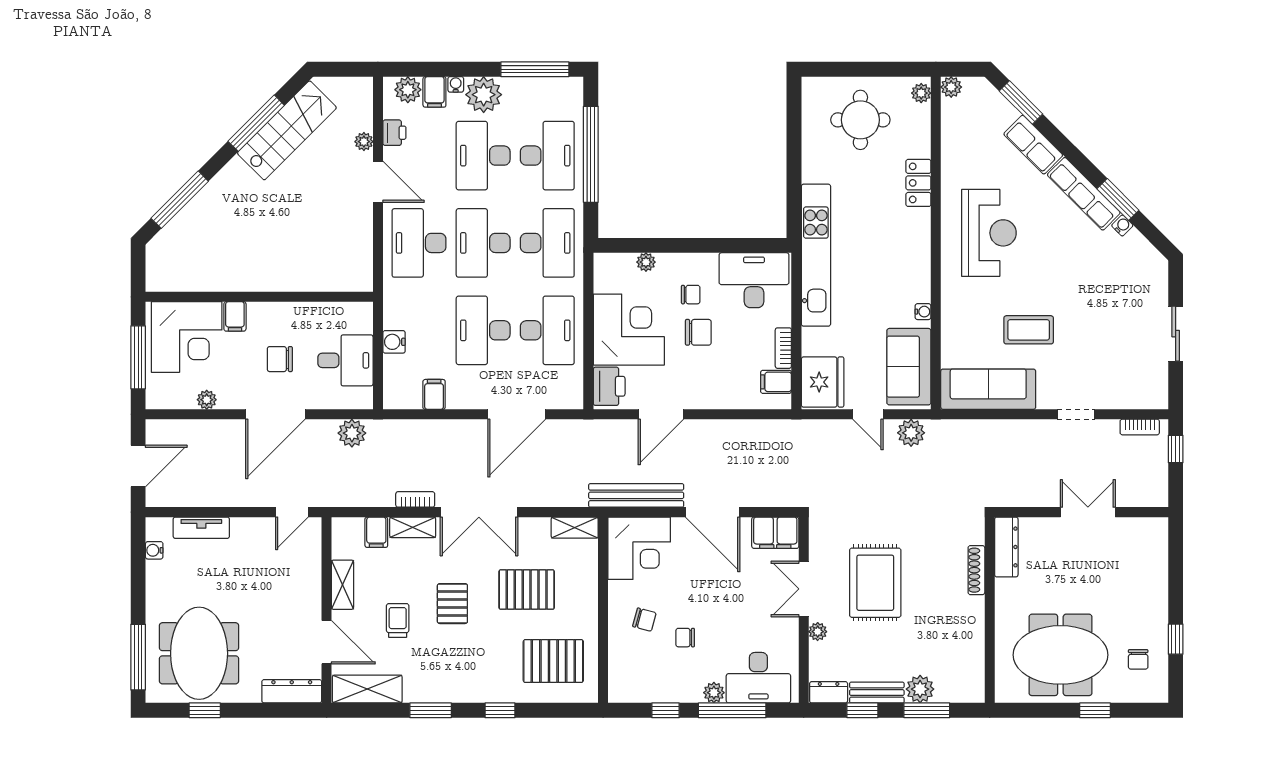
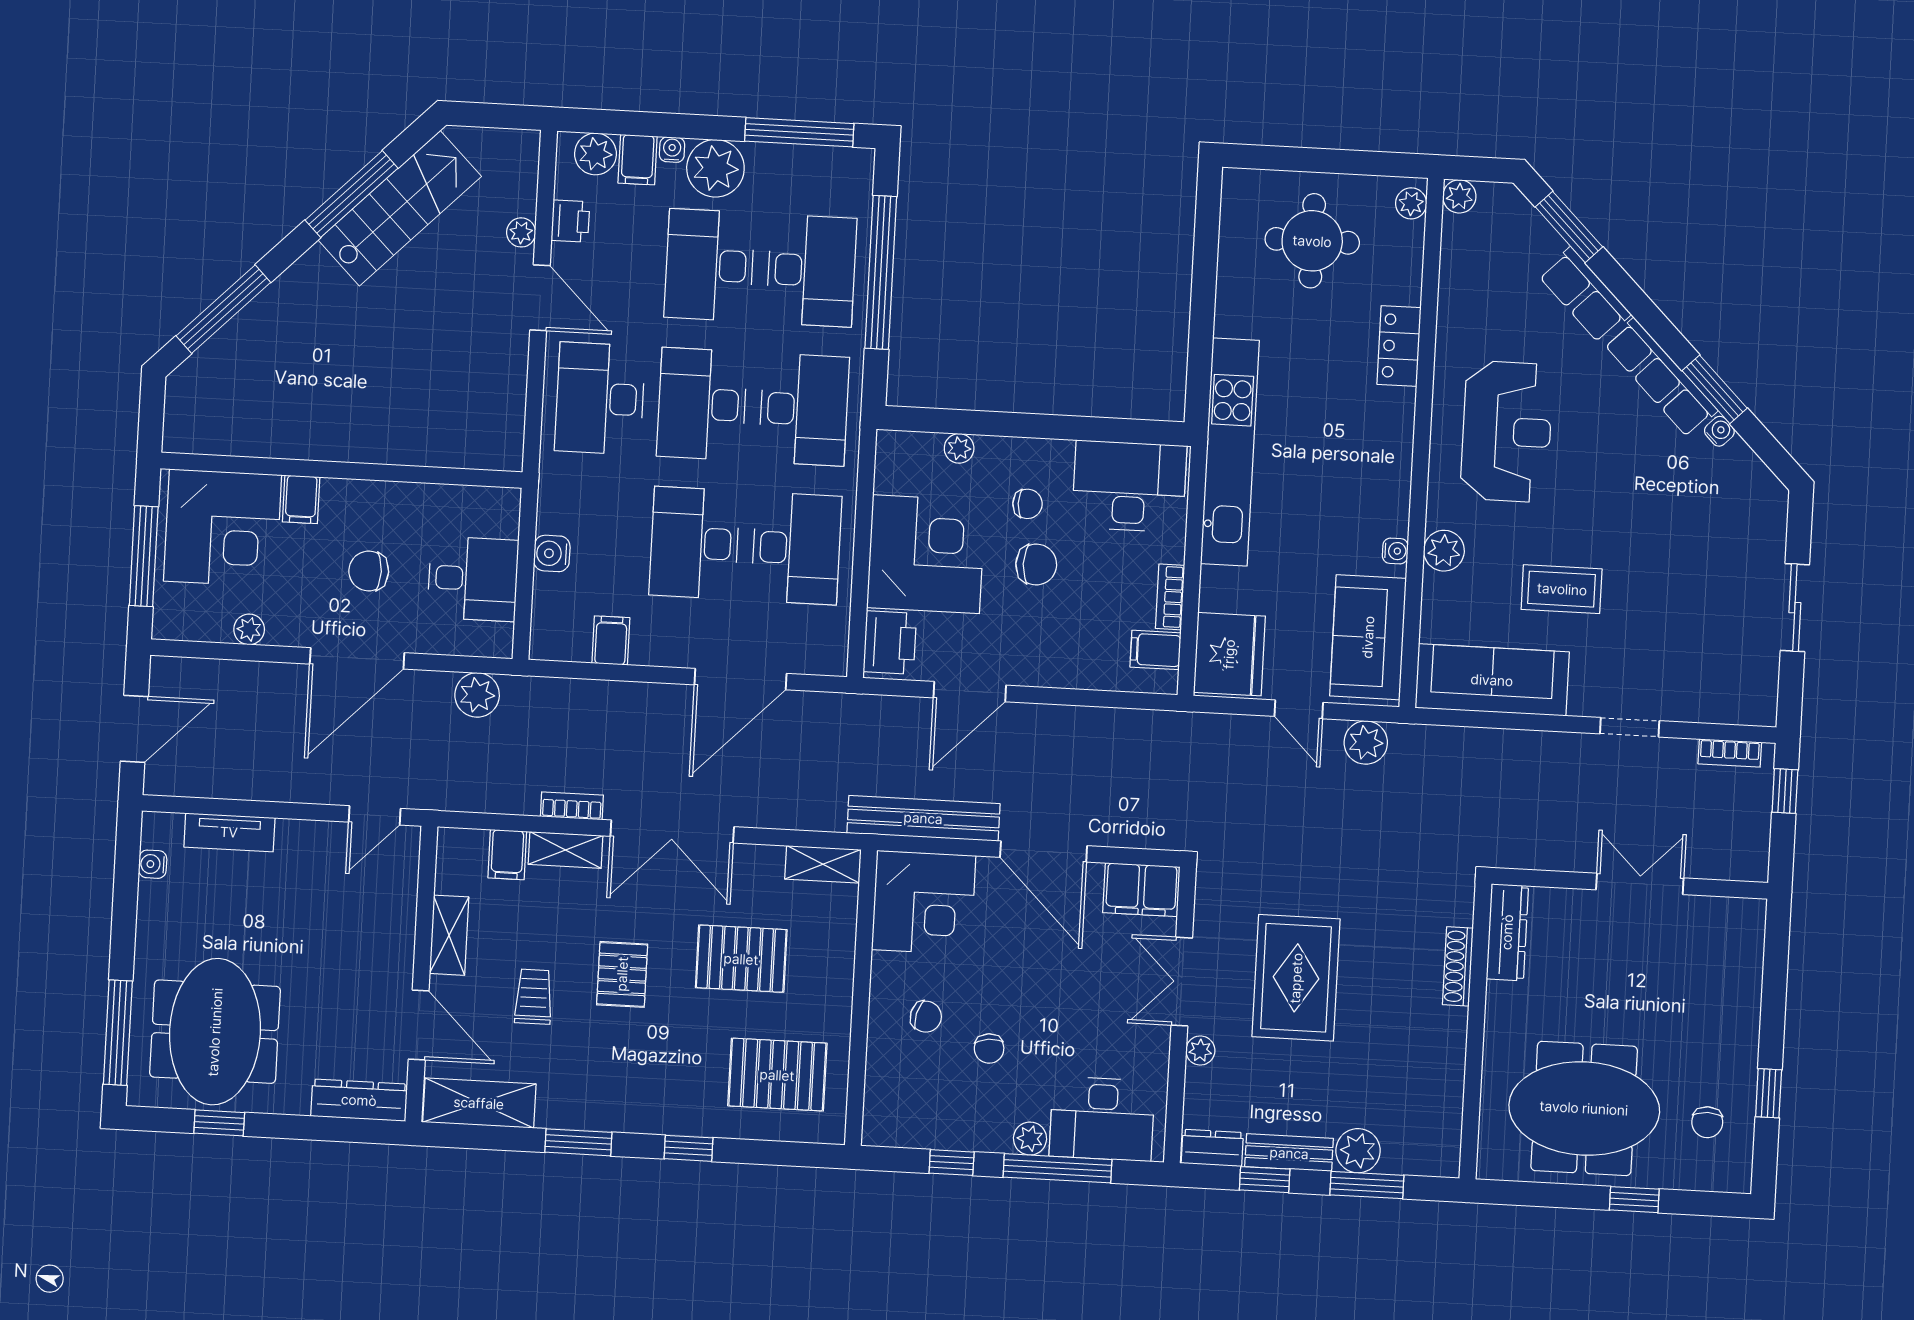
plant: (954, 310) -> (1444, 551), added
chair: (685, 638) -> (989, 1049), turned -96

